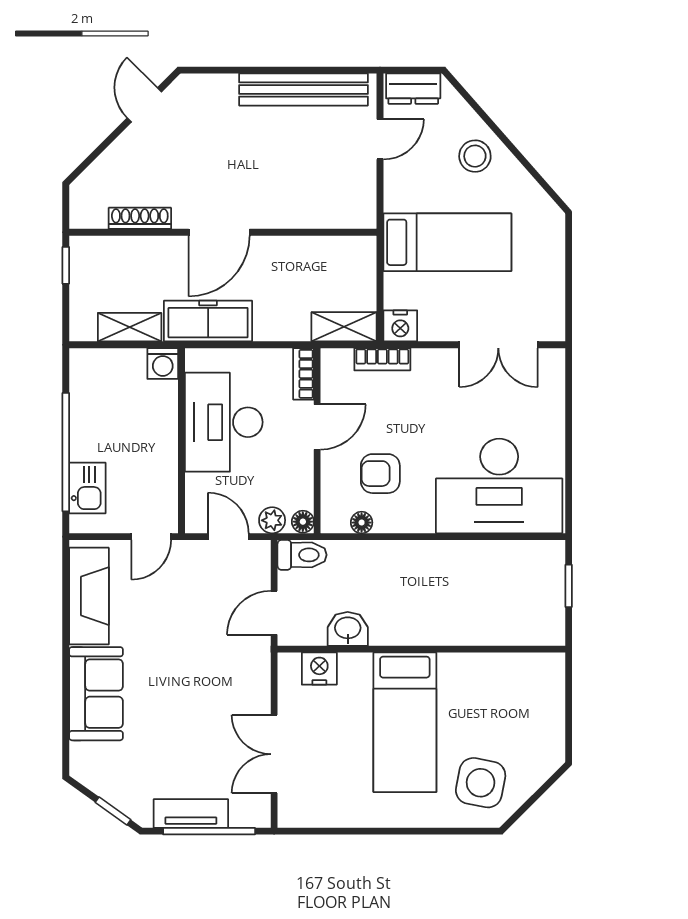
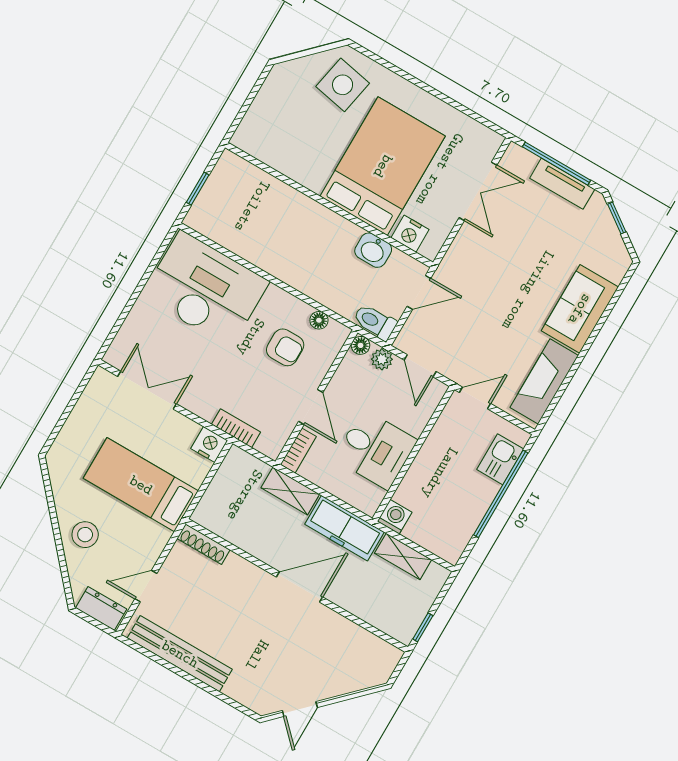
shoe rack: (140, 218) -> (203, 544), moved
shelving: (344, 327) -> (290, 491), moved
desk: (224, 422) -> (375, 449), width x0.73
door: (317, 427) -> (311, 407), swing flipped
bed: (405, 722) -> (383, 166), width x1.50

